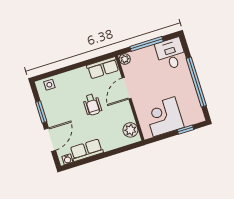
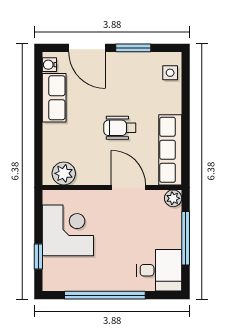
row of seats: (103, 68) -> (170, 150), width x1.48

